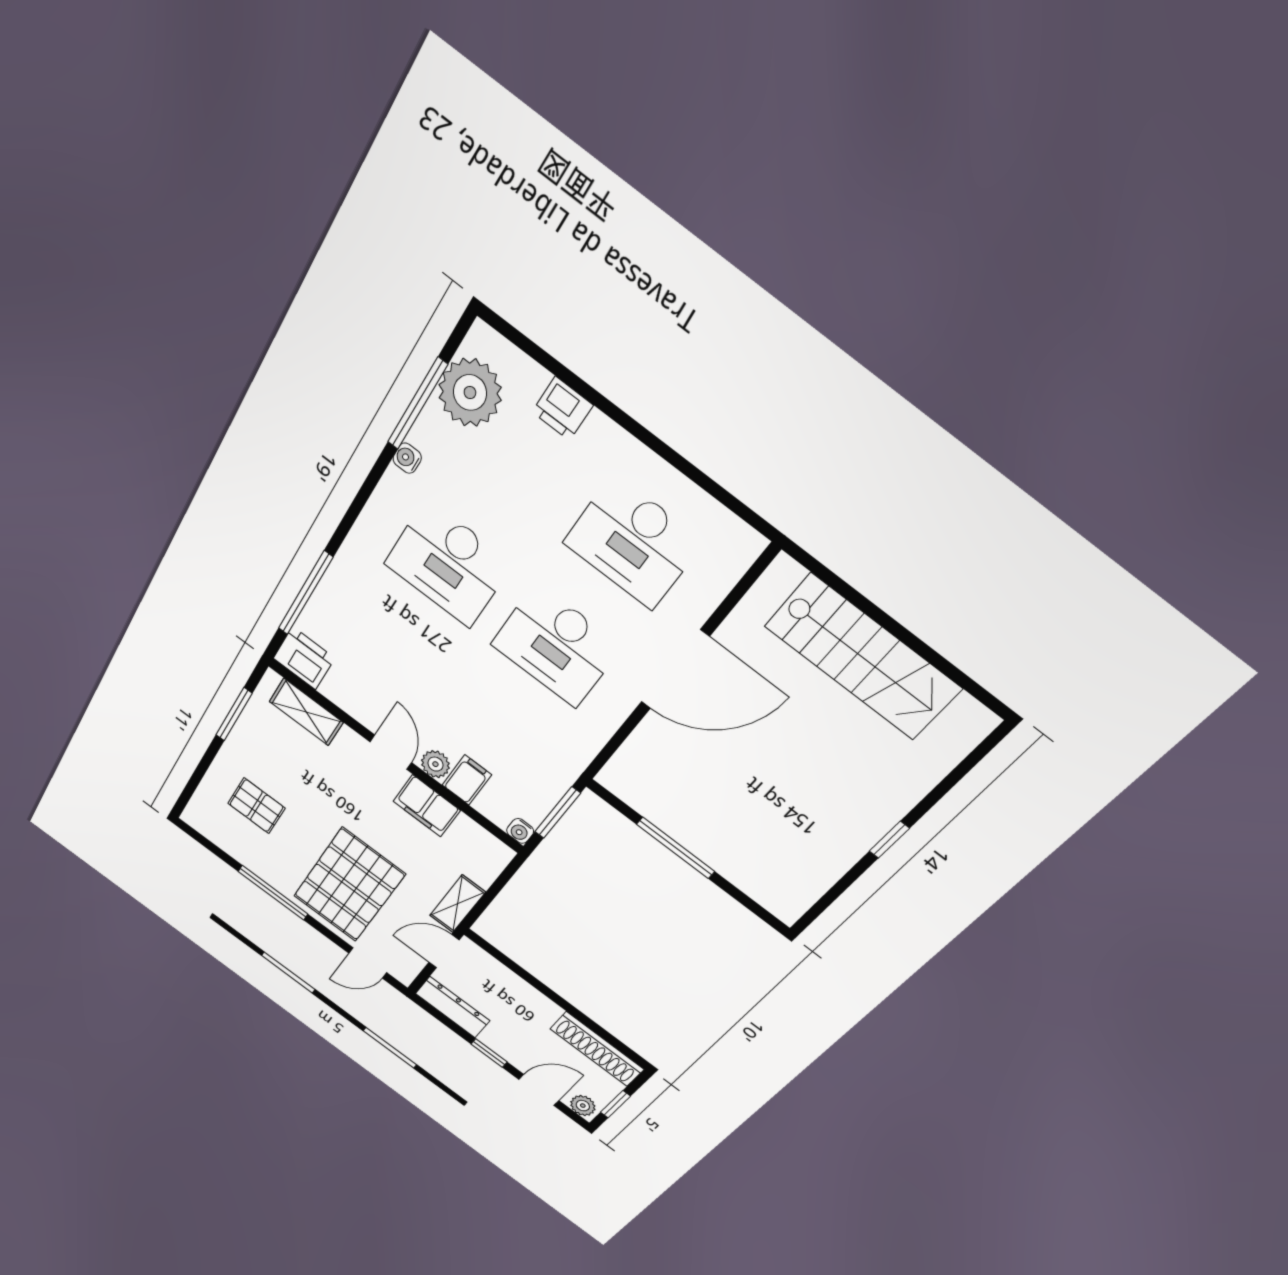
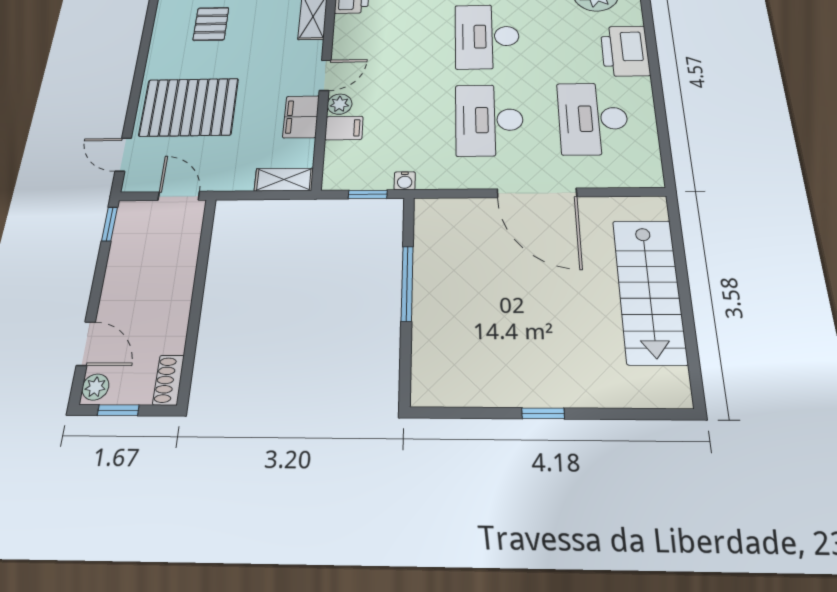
printer: (562, 409) -> (625, 51), width x1.87, depth x1.48
window: (558, 813) -> (368, 194), width x0.67
water cooler: (520, 831) -> (405, 181), moved, turned -90
window: (273, 893) -> (141, 67), removed
shelving: (458, 904) -> (284, 180), moved
dresser: (453, 1007) -> (126, 232), removed
shoe rack: (597, 1049) -> (168, 380), width x0.51, depth x0.81
window: (489, 1053) -> (109, 224), moved

